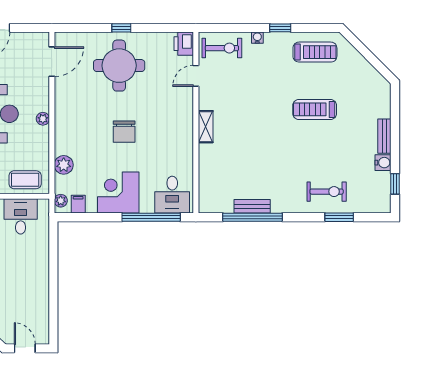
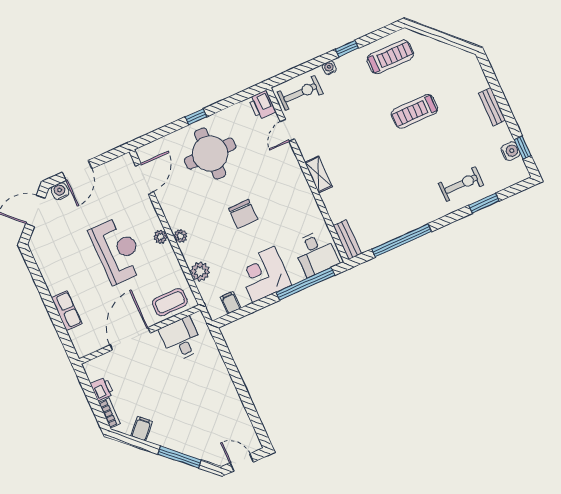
water cooler: (383, 163) -> (511, 151), moved
plant: (61, 201) -> (181, 236), moved
bench: (252, 206) -> (347, 240), moved, turned 90

